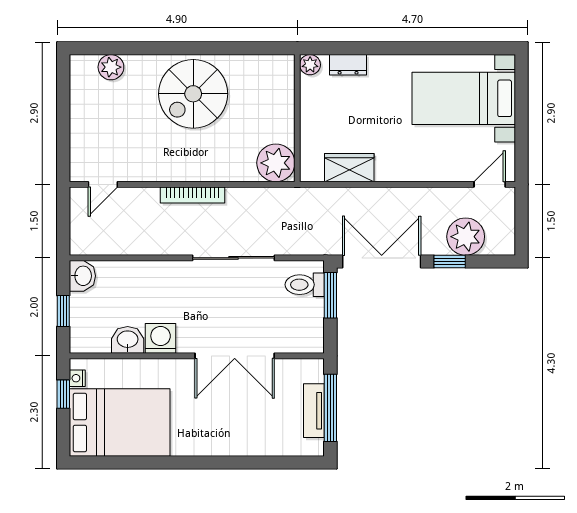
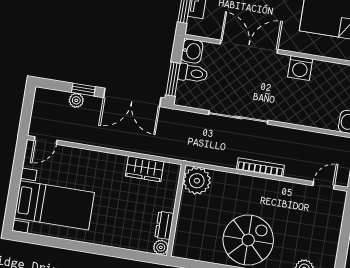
dresser: (348, 65) -> (164, 225), moved, turned -90
plant: (466, 237) -> (76, 100), width x0.53, depth x0.53
toilet: (305, 285) -> (193, 73), moved
washbasin: (128, 340) -> (192, 51), moved, turned -90

